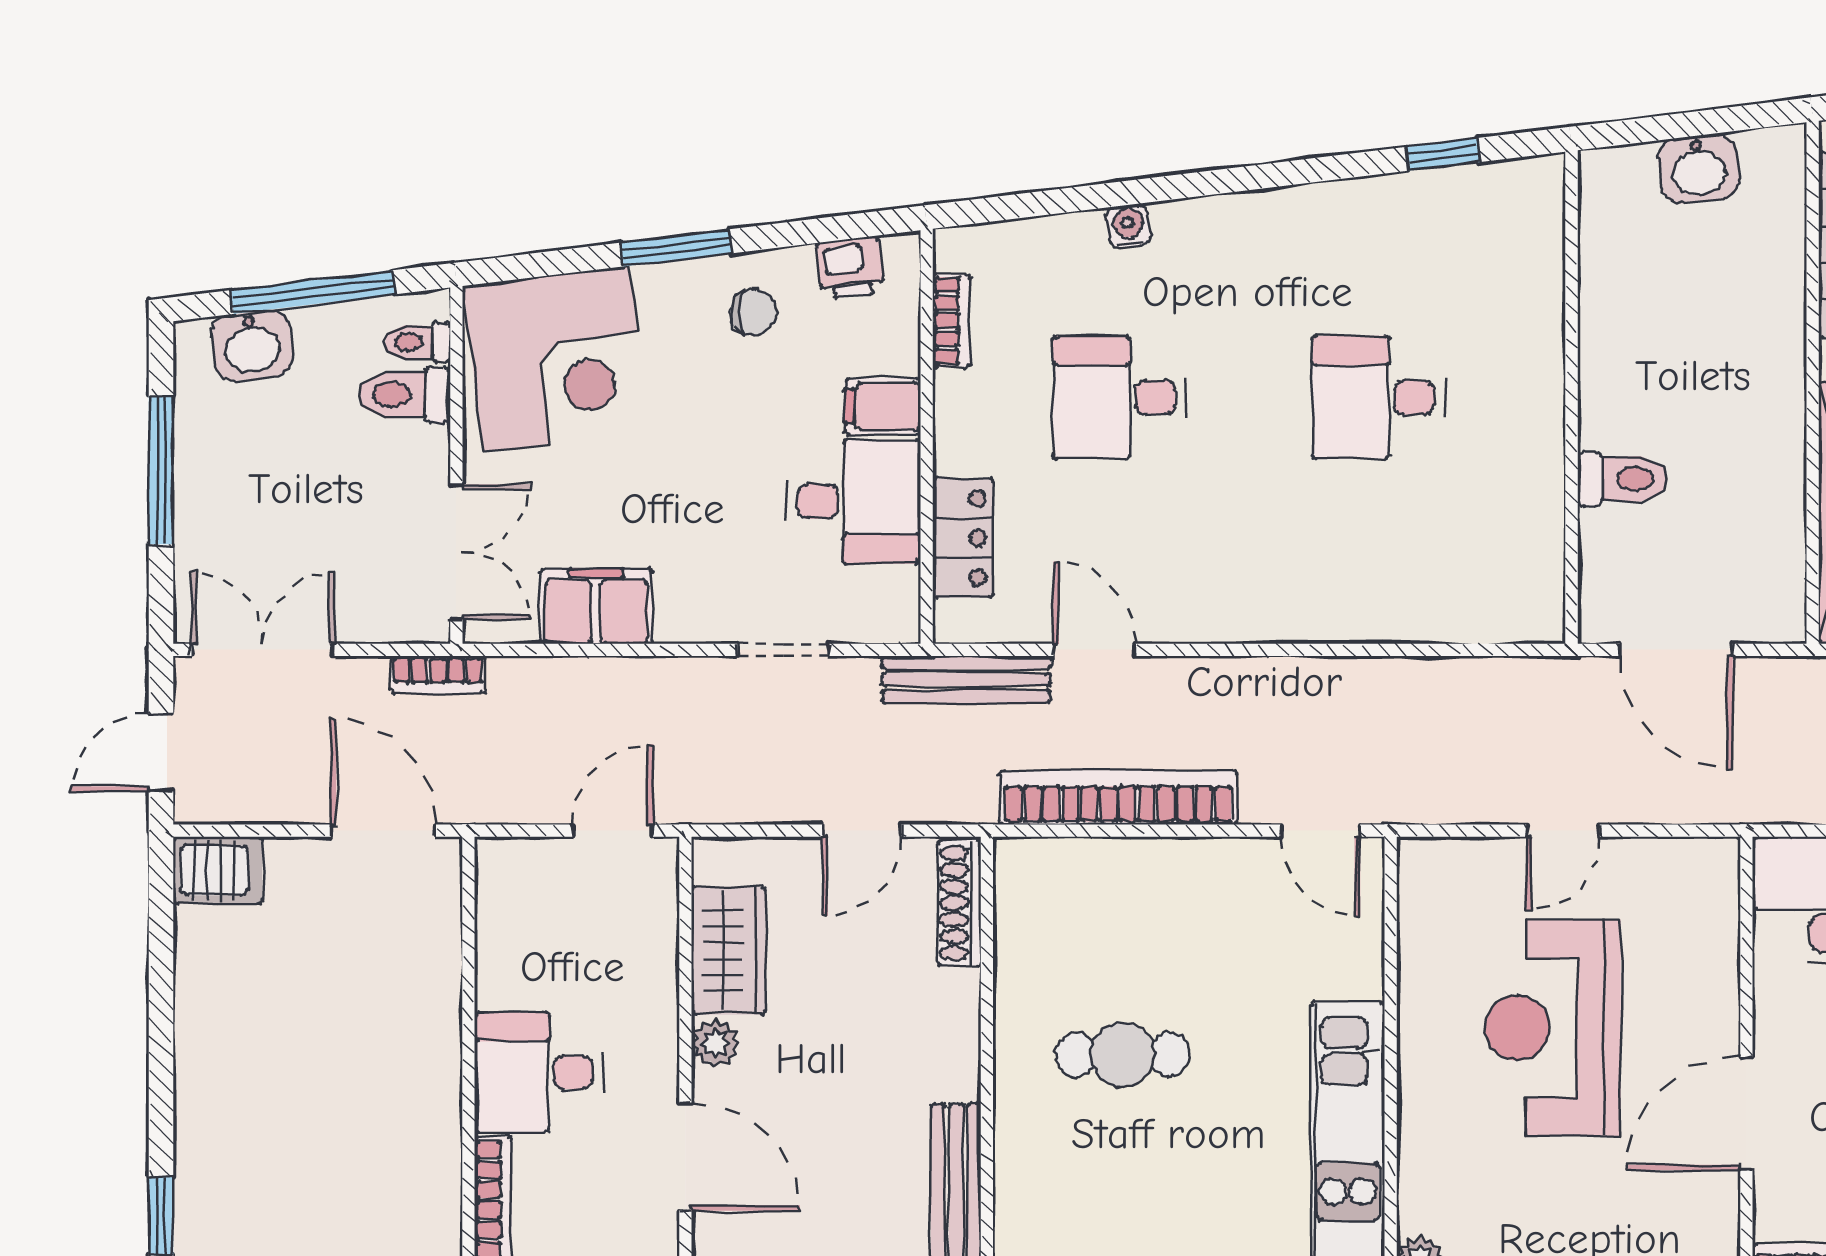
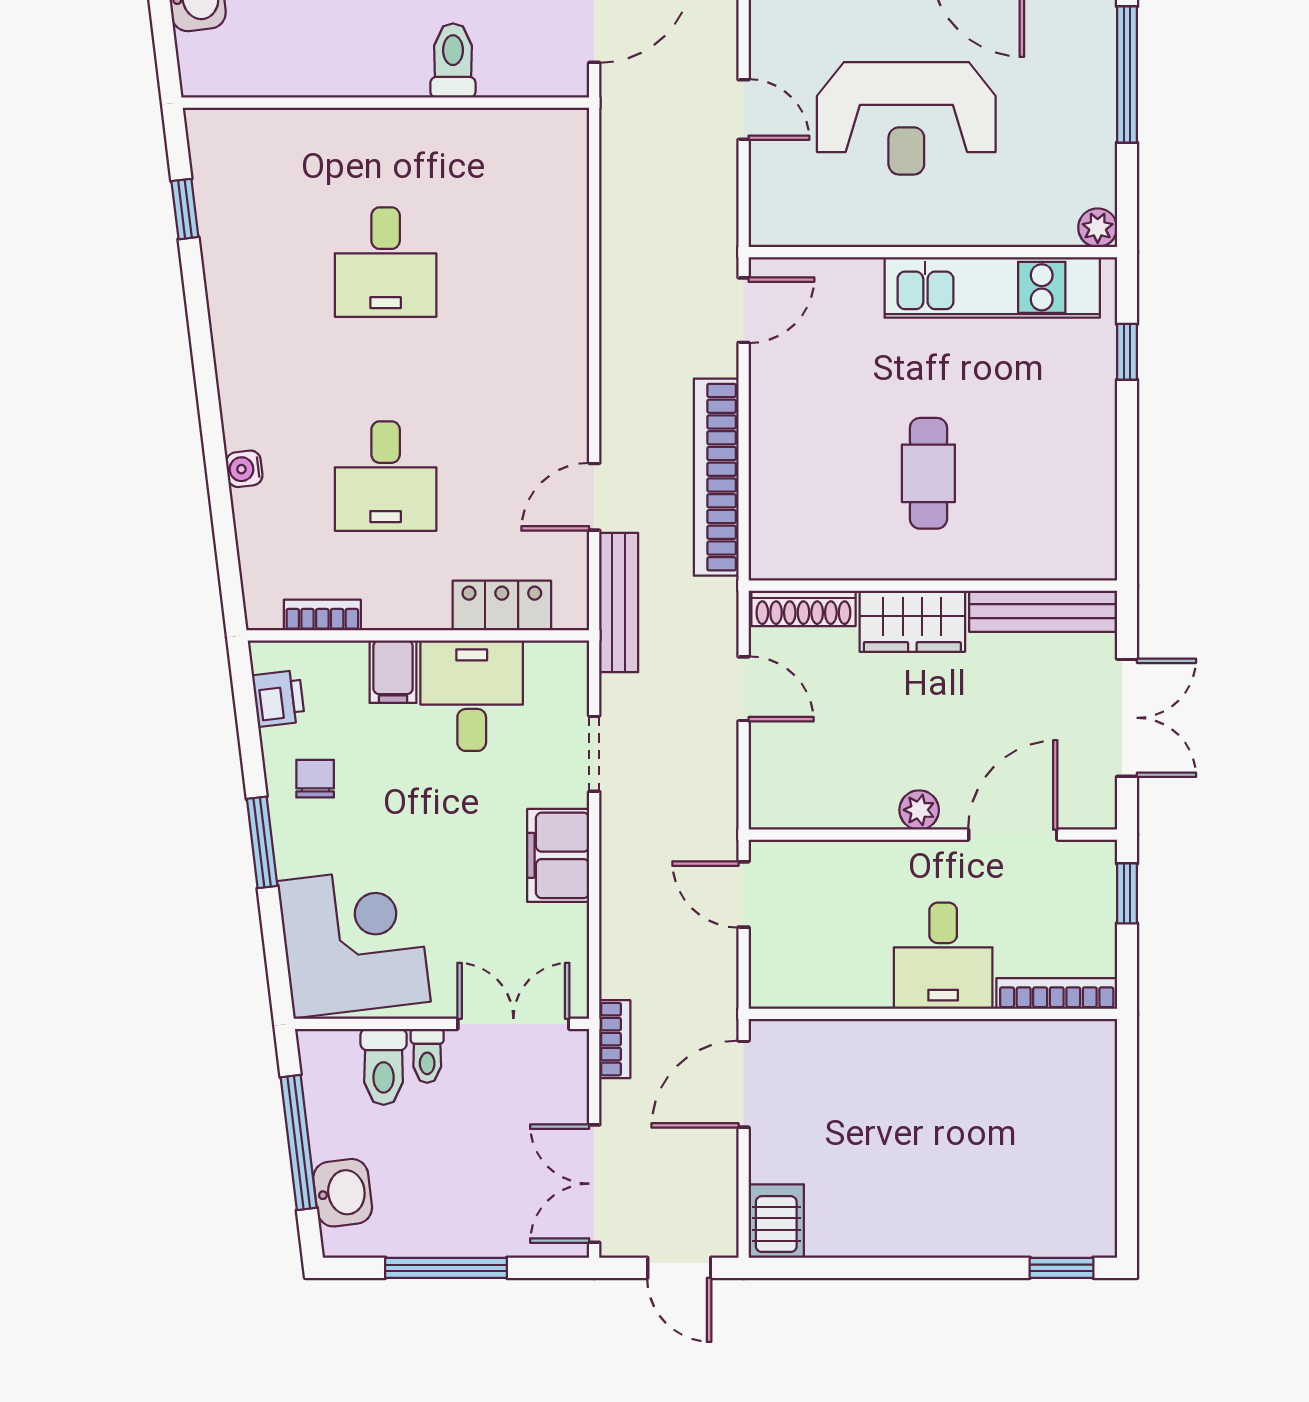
toilet: (418, 342) -> (427, 1056), moved
filing cabinet: (596, 606) -> (558, 855), moved
wardrobe: (729, 951) -> (912, 621), moved, turned 180

